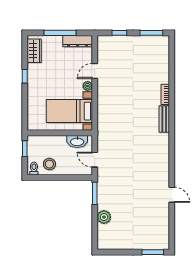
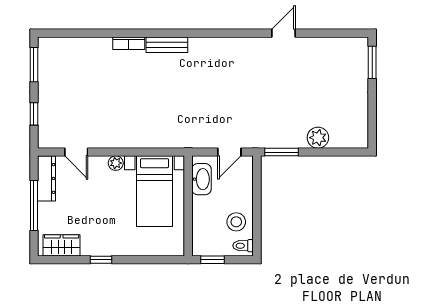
door: (95, 71) -> (76, 152), moved

